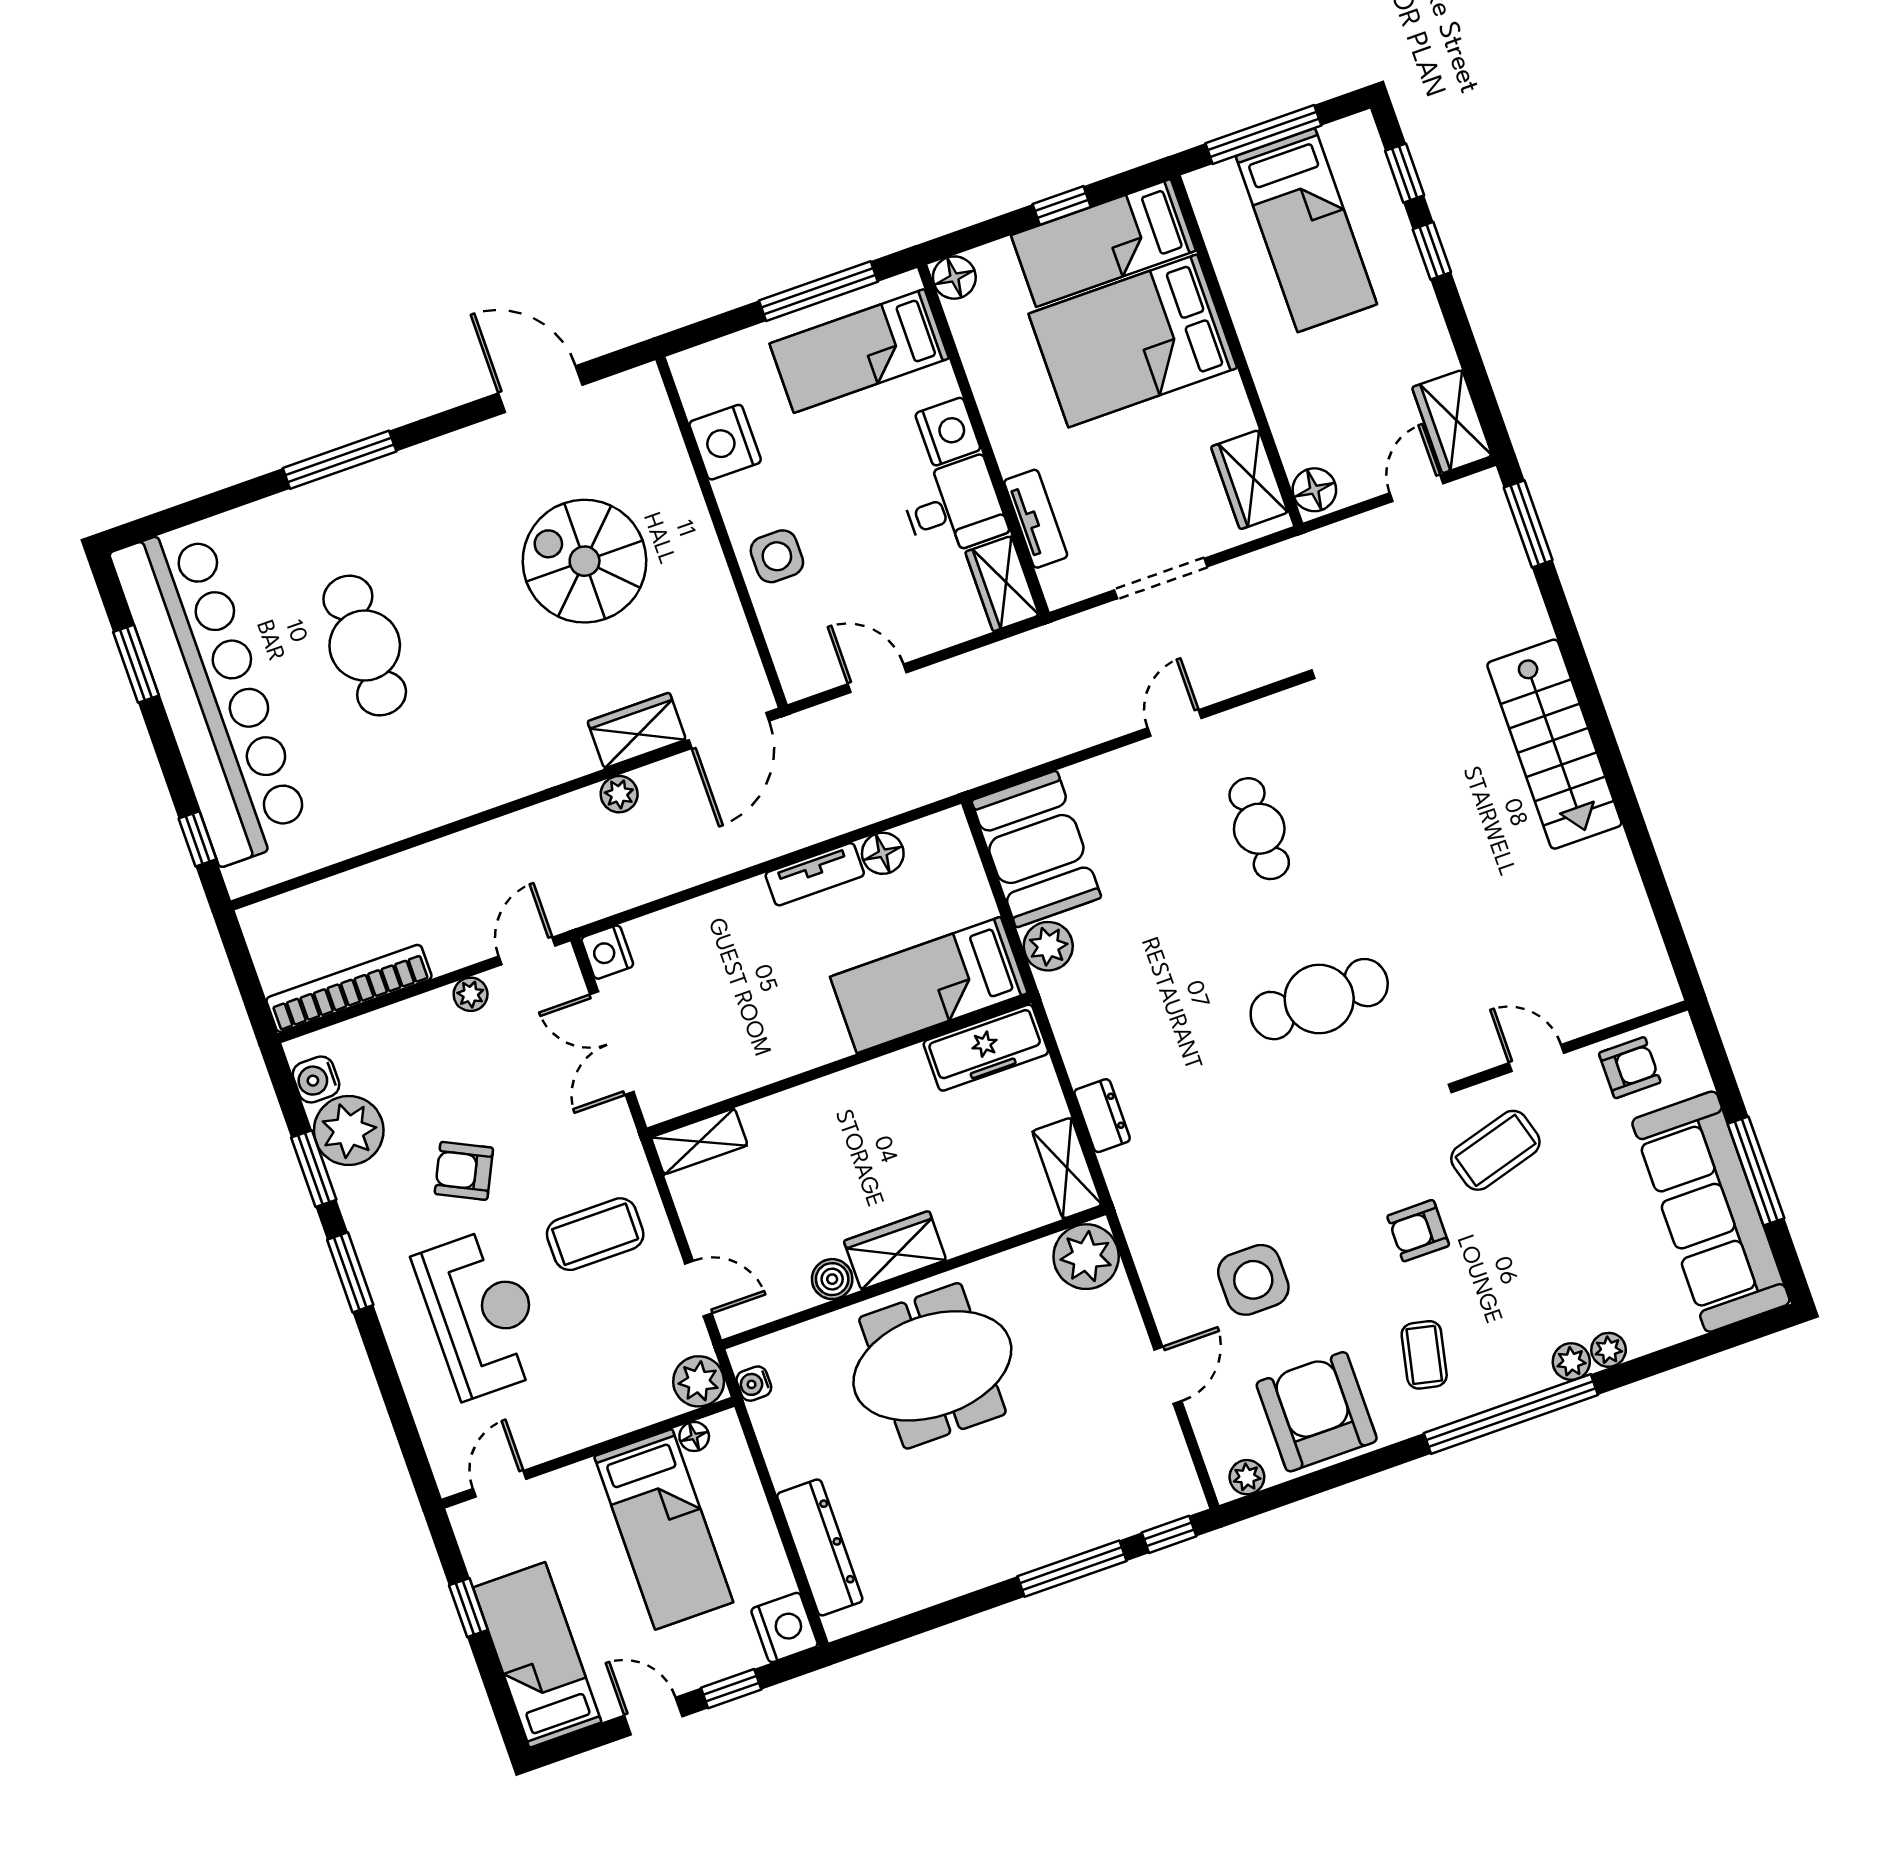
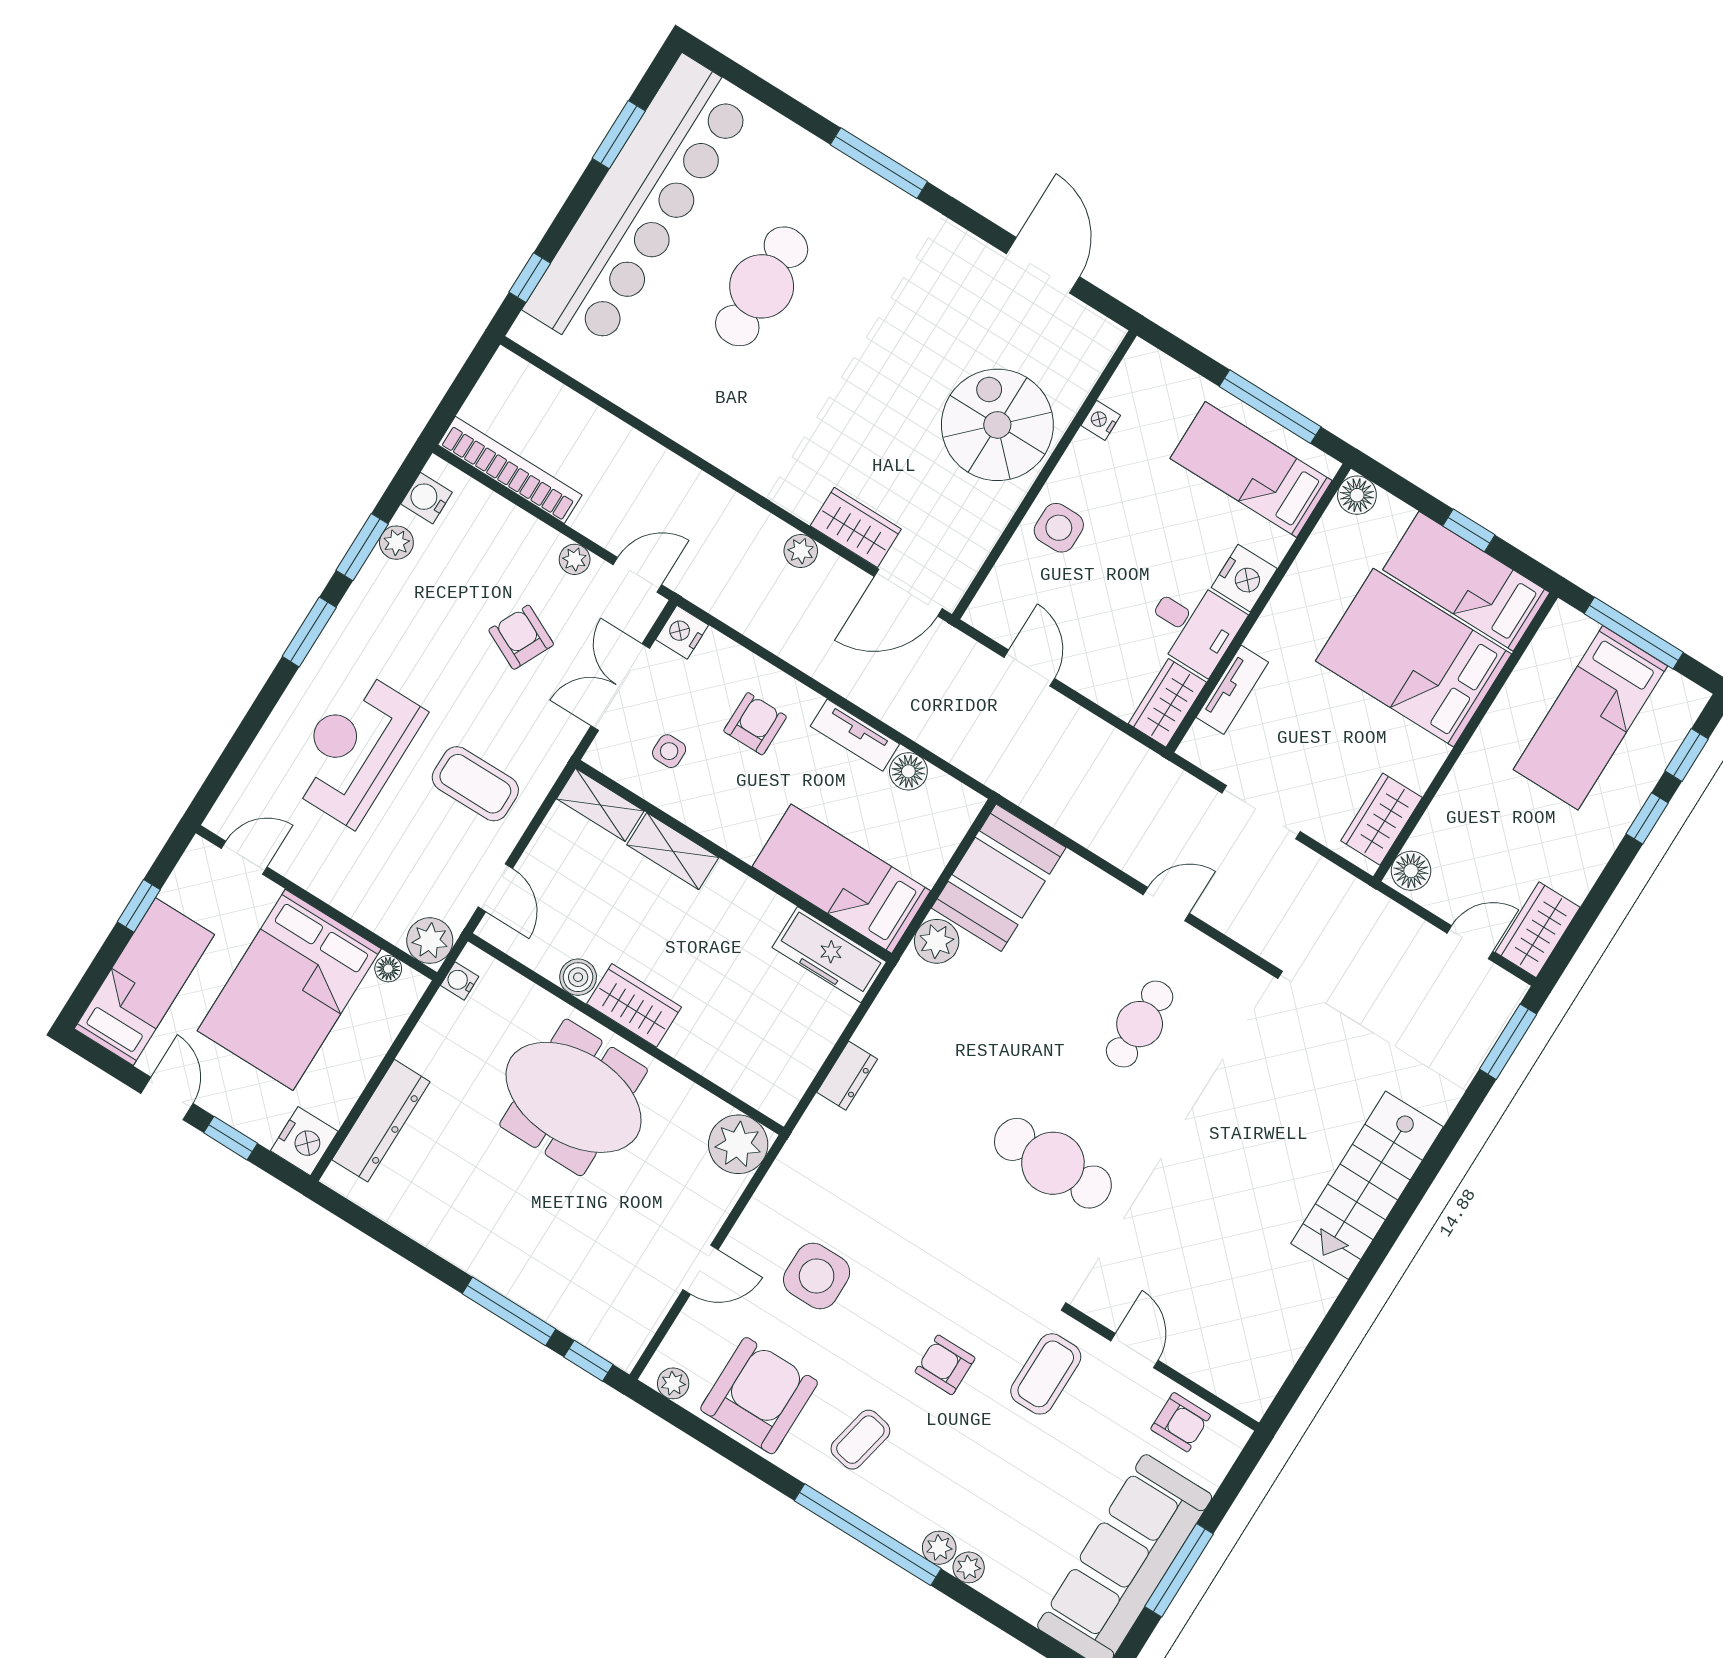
nightstand: (725, 442) -> (1101, 420), width x0.53, depth x0.56
spiral stairs: (585, 561) -> (997, 425), moved
armchair: (736, 952) -> (755, 724), added
side table: (701, 1045) -> (669, 751), added
plant: (349, 1131) -> (396, 543), width x0.53, depth x0.53
coffee table: (1495, 1150) -> (1046, 1374), turned -74
shelving: (1067, 1168) -> (673, 851), moved, turned 90
armchair: (464, 1171) -> (521, 637), moved
reception desk: (482, 1313) -> (355, 748), turned 180
bed: (664, 1529) -> (289, 990), width x1.50

